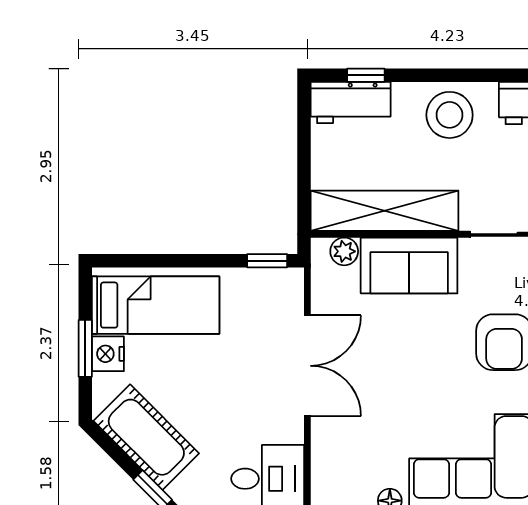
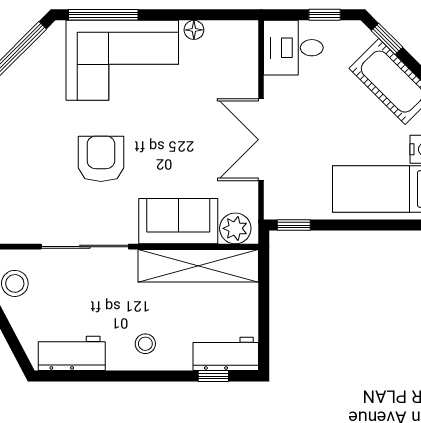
stool: (450, 115) -> (145, 344), width x0.53, depth x0.53
plant: (344, 251) -> (235, 228), width x1.38, depth x1.38

